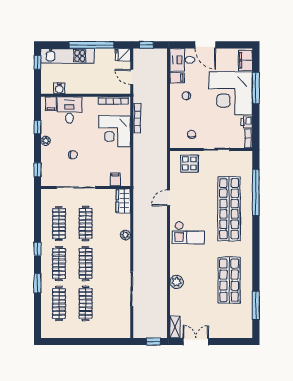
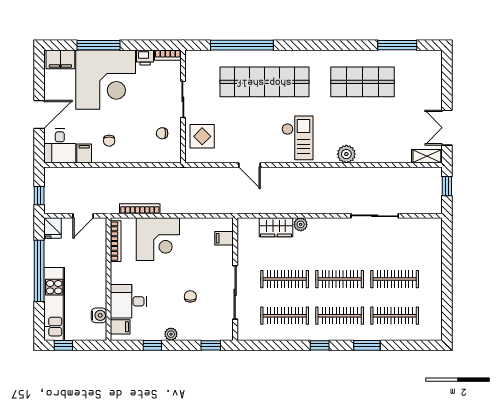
wardrobe: (123, 201) -> (276, 227), moved
plant: (177, 282) -> (346, 154), moved

